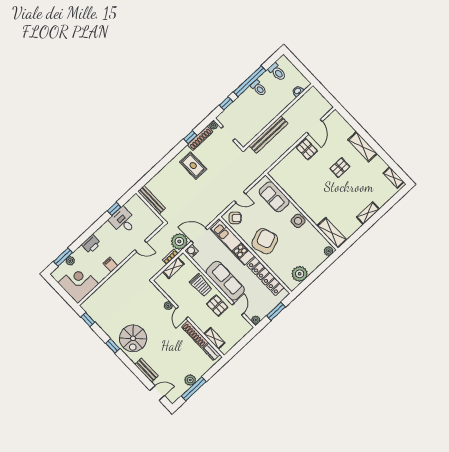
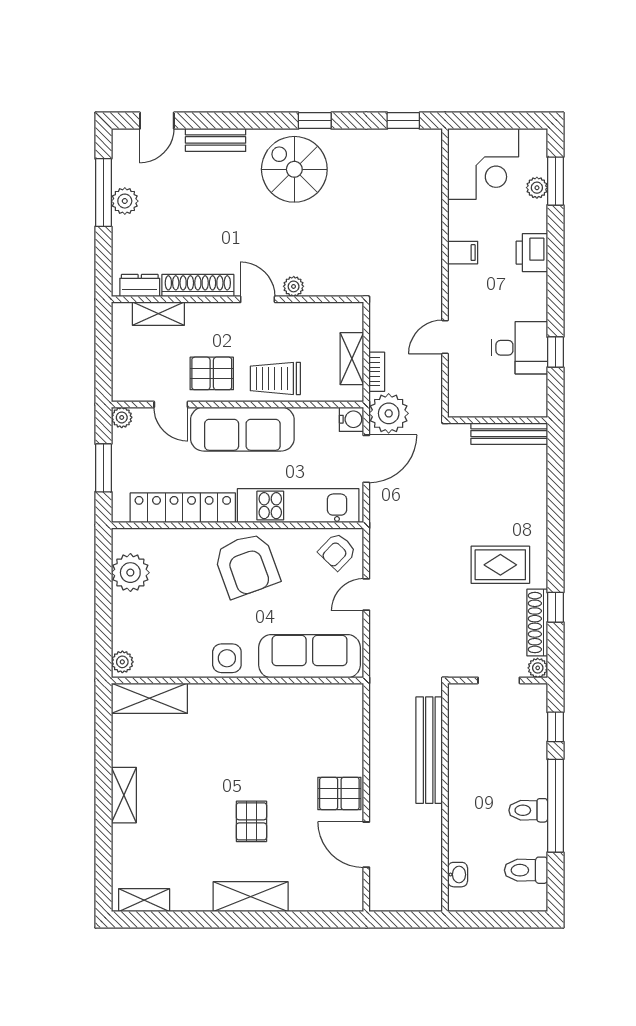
sofa: (274, 197) -> (309, 656), width x1.36

